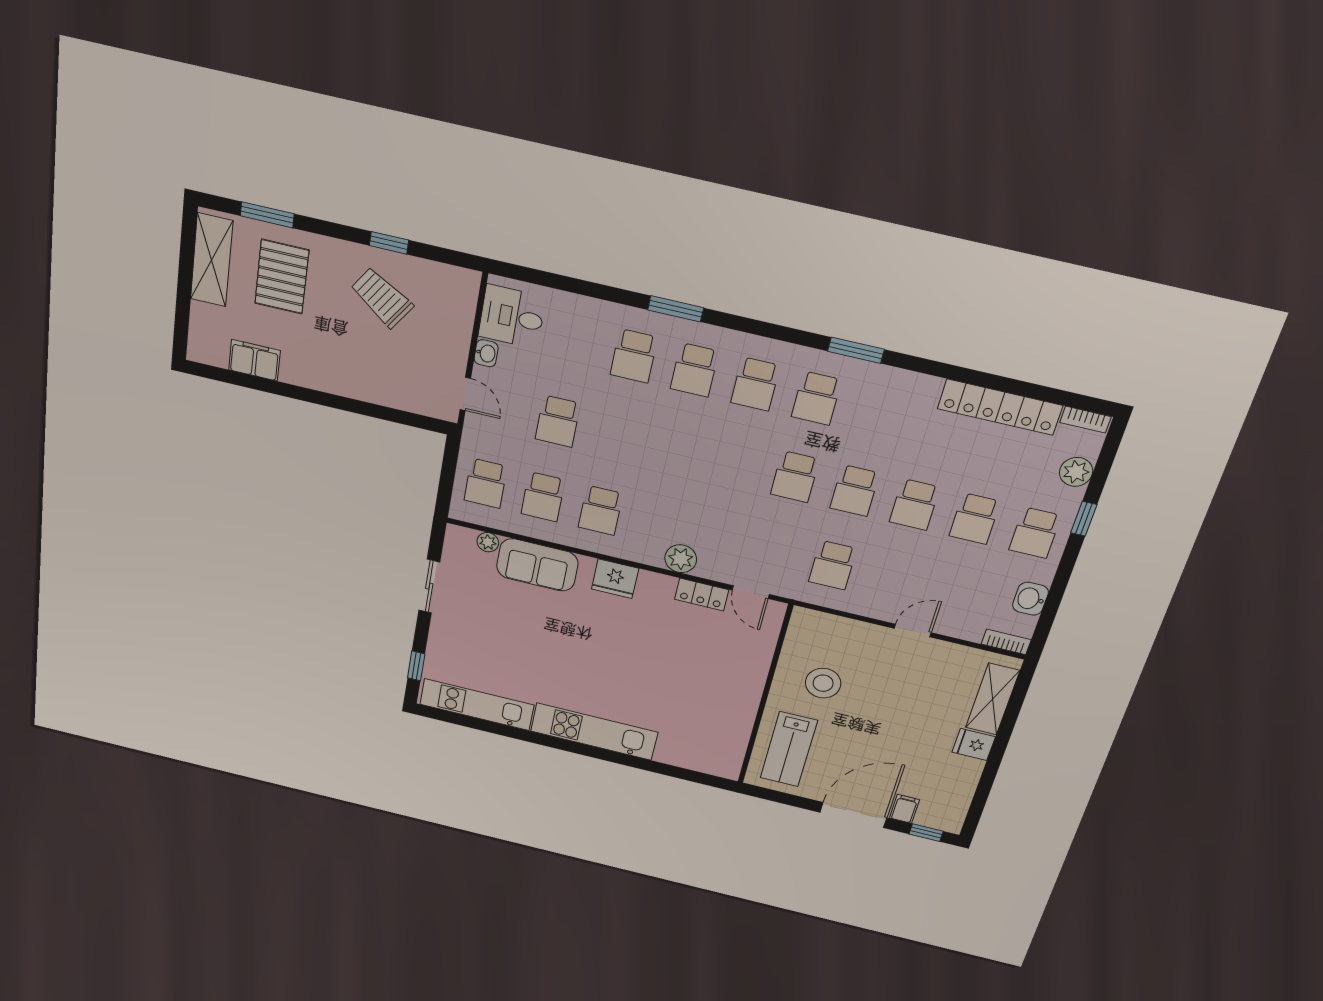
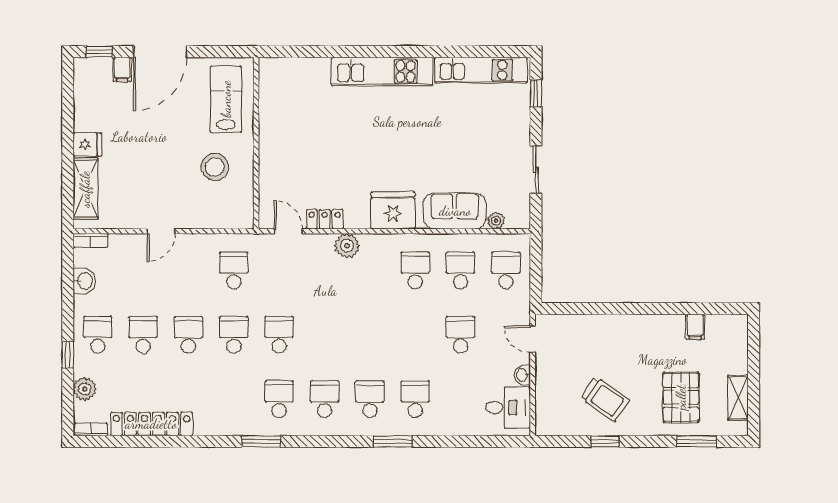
shelving: (212, 260) -> (738, 398), width x0.67, depth x0.75
filing cabinet: (254, 360) -> (695, 327), width x0.50
fridge: (615, 579) -> (393, 210), width x1.36, depth x1.34

